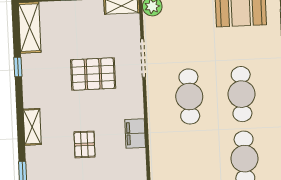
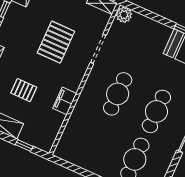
pallet: (93, 74) -> (56, 42), turned 90
pallet: (85, 144) -> (24, 90), turned 90

